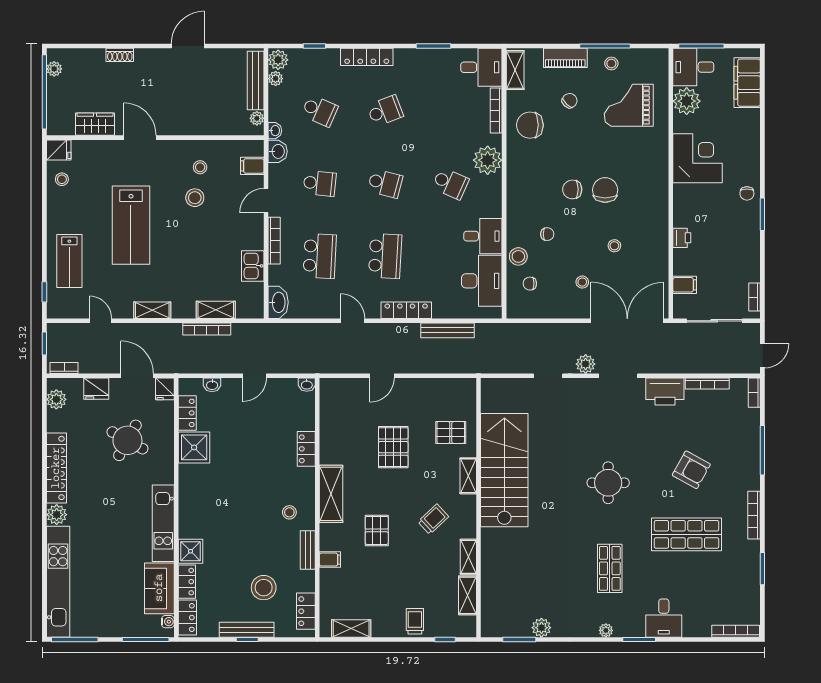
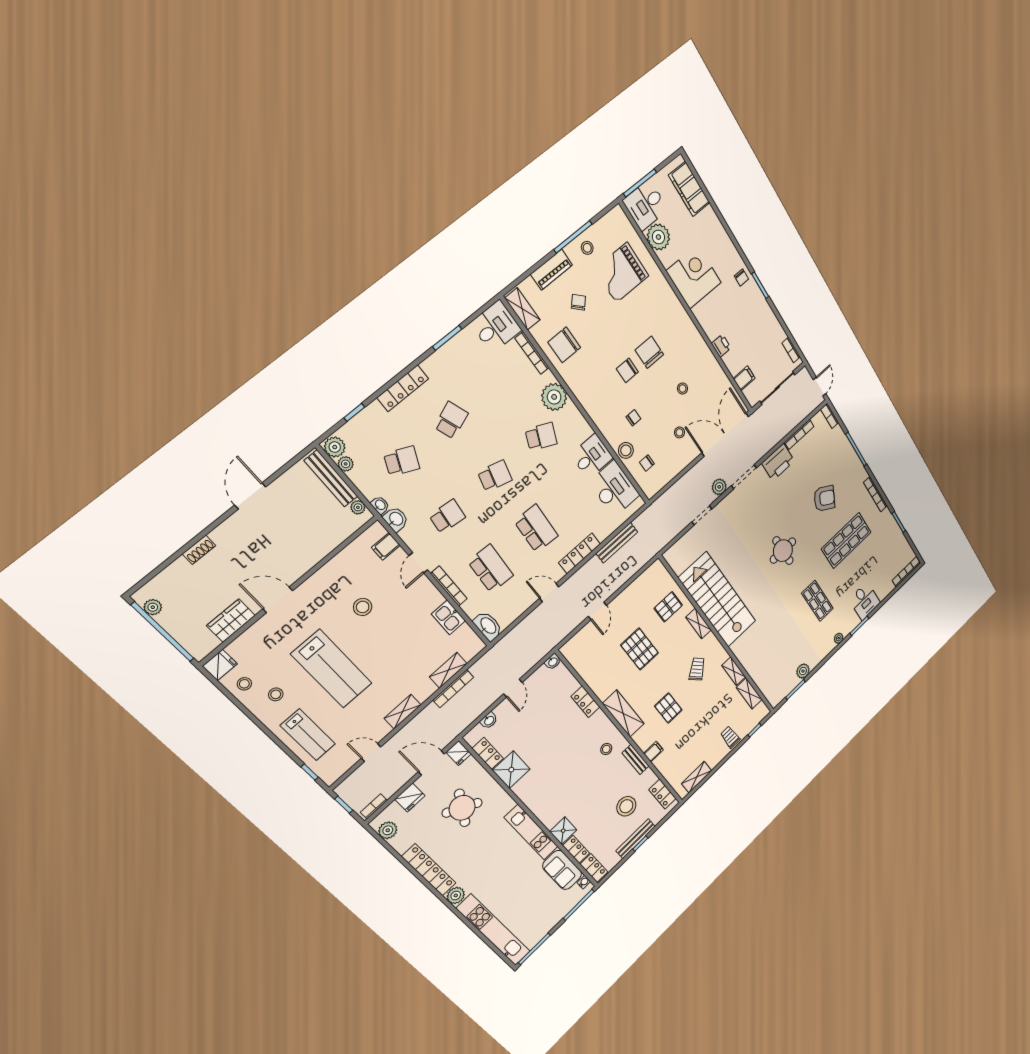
stool: (200, 167) -> (276, 694), moved

